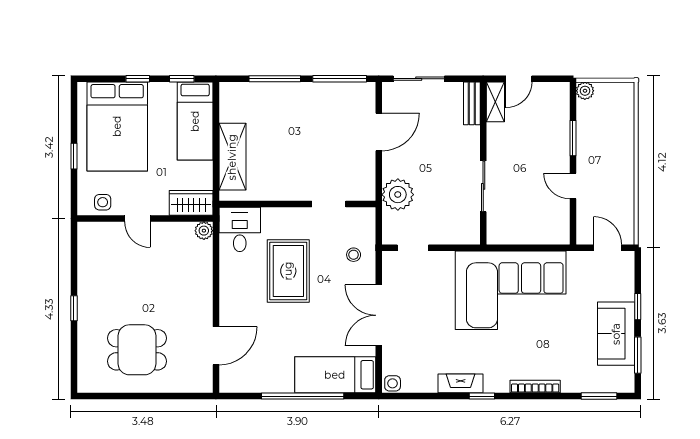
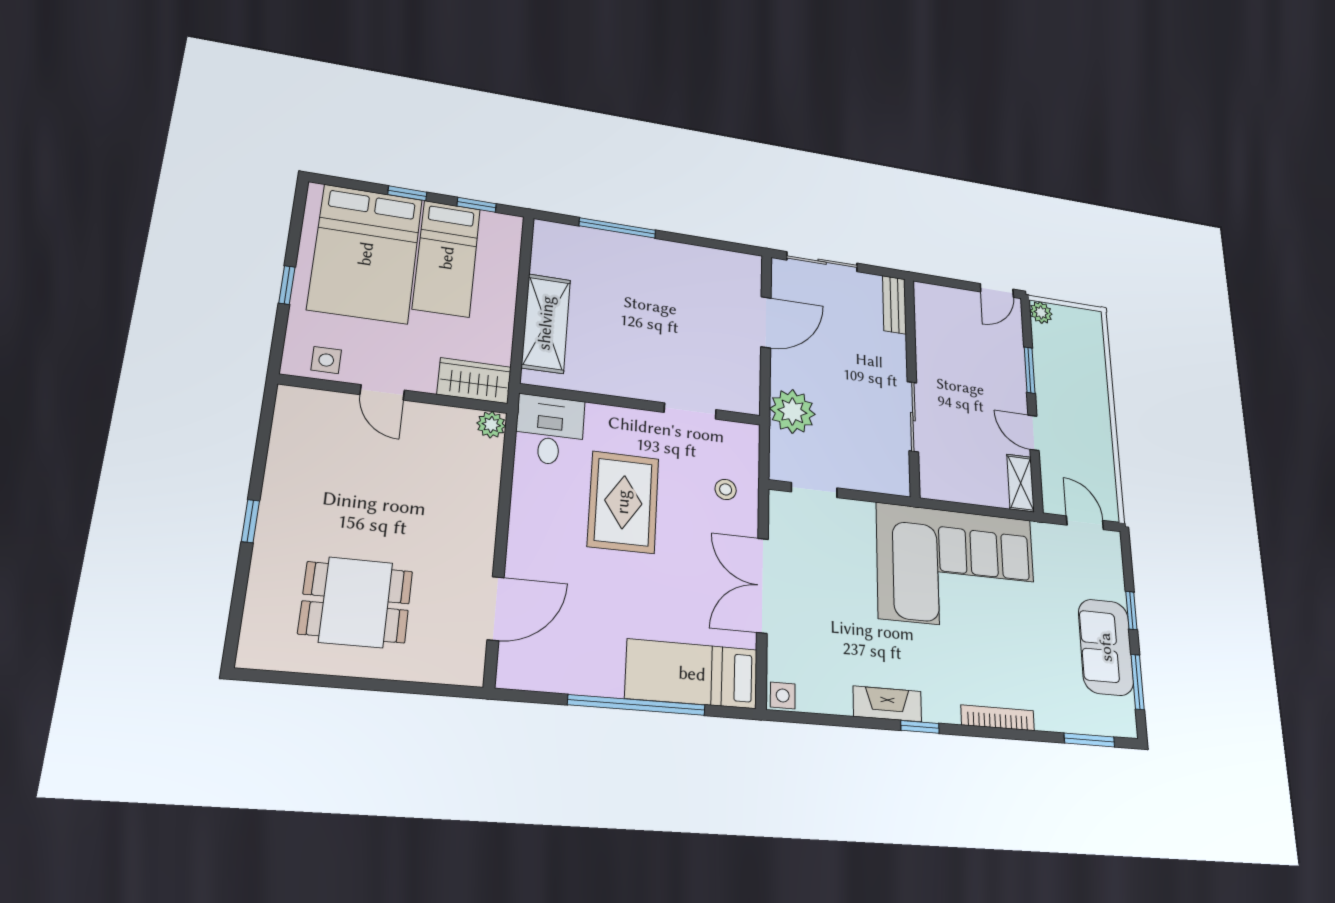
window: (340, 79) -> (711, 243), removed
door: (519, 79) -> (997, 290), moved
shelving: (495, 102) -> (1021, 483), moved
bed: (195, 121) -> (447, 258), moved

